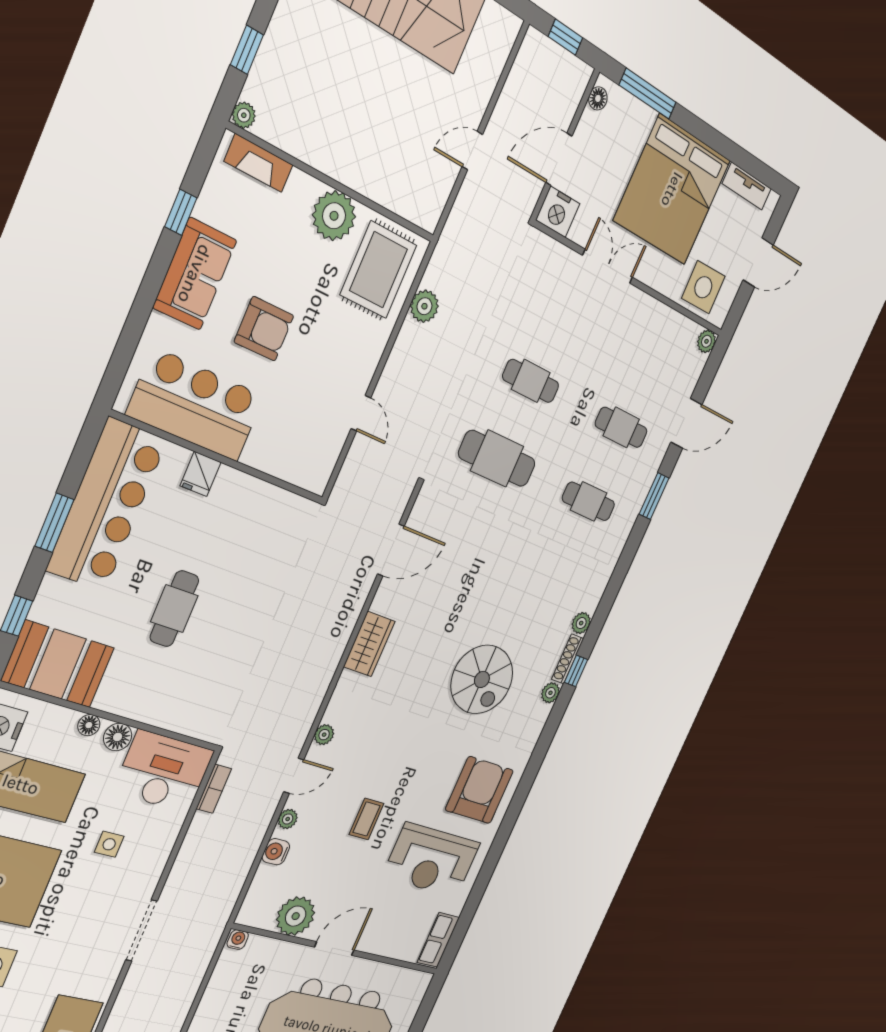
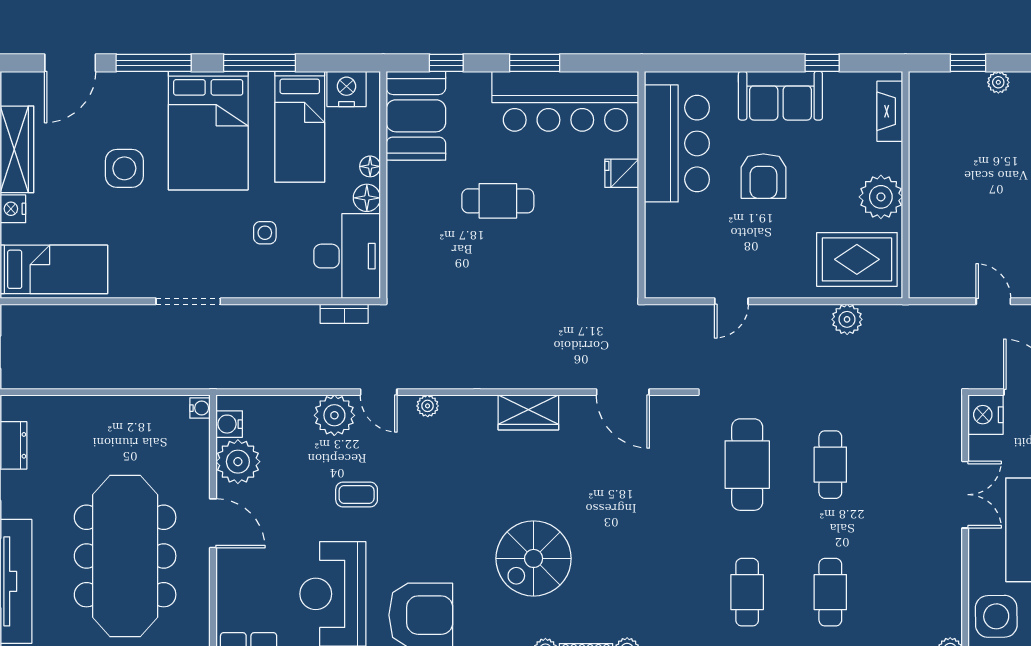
plant: (244, 115) -> (998, 82), moved
plant: (288, 819) -> (334, 415), width x1.88, depth x1.88
water cooler: (276, 852) -> (229, 424), moved, turned -90

